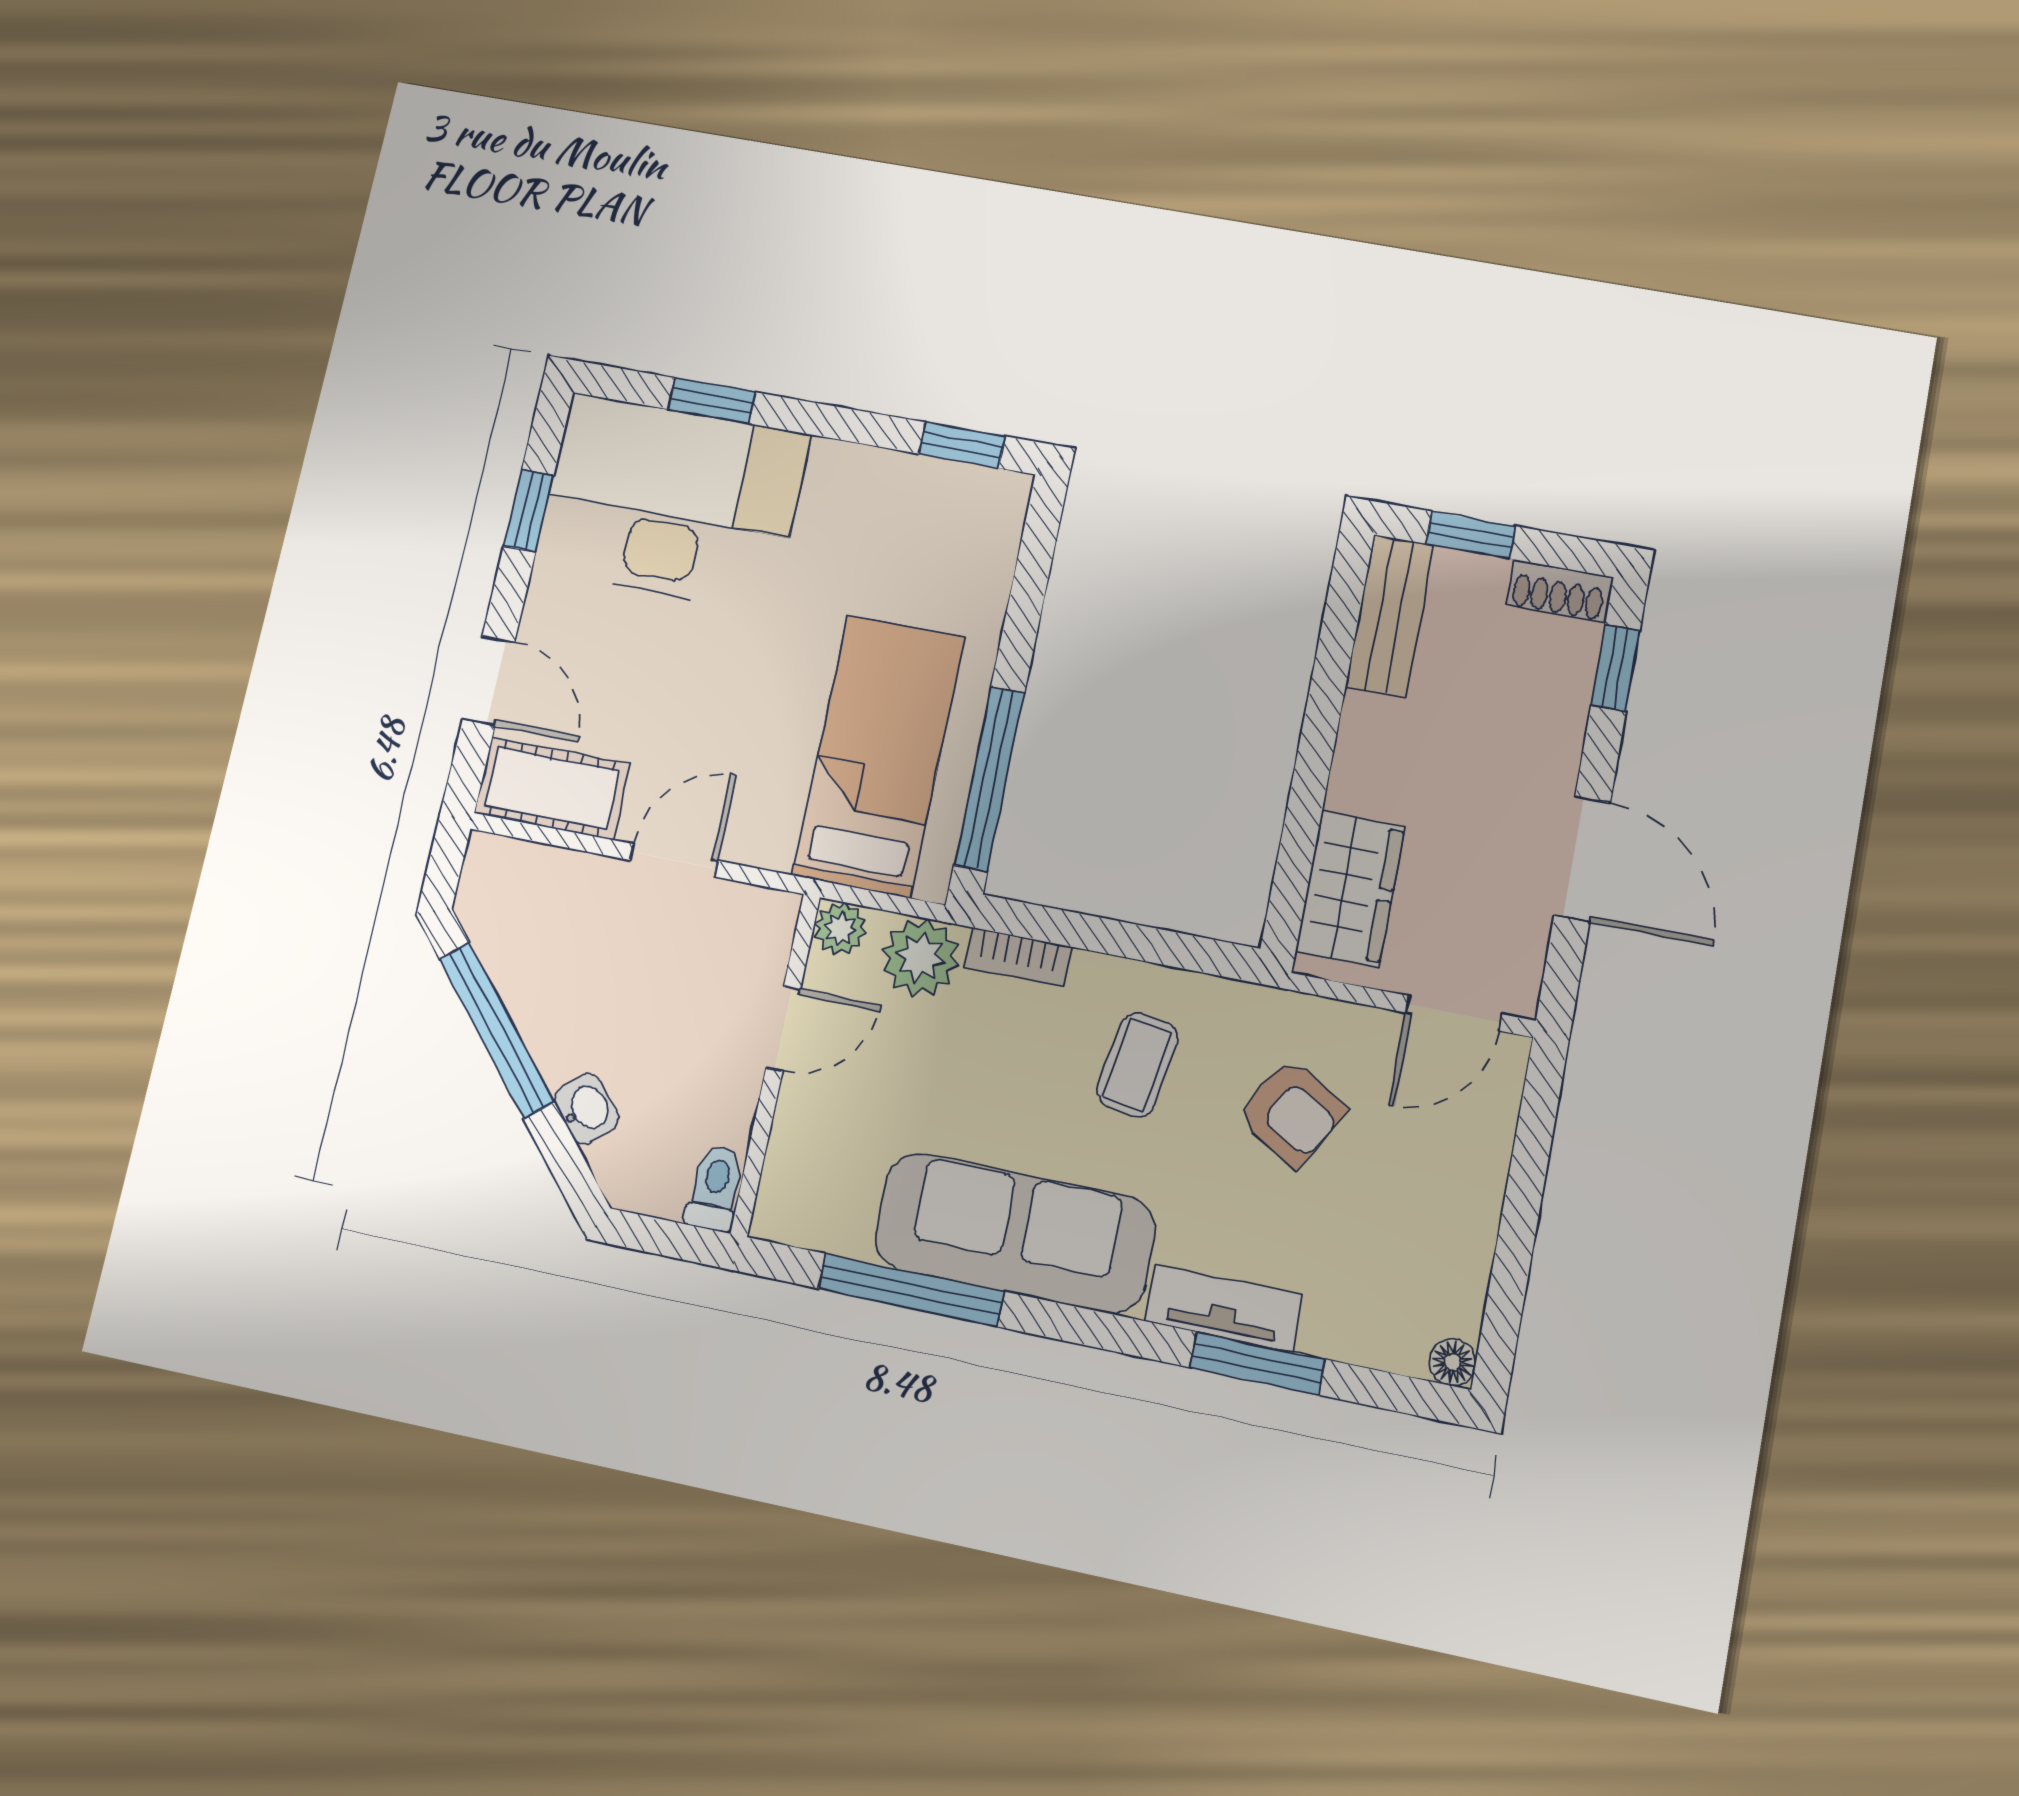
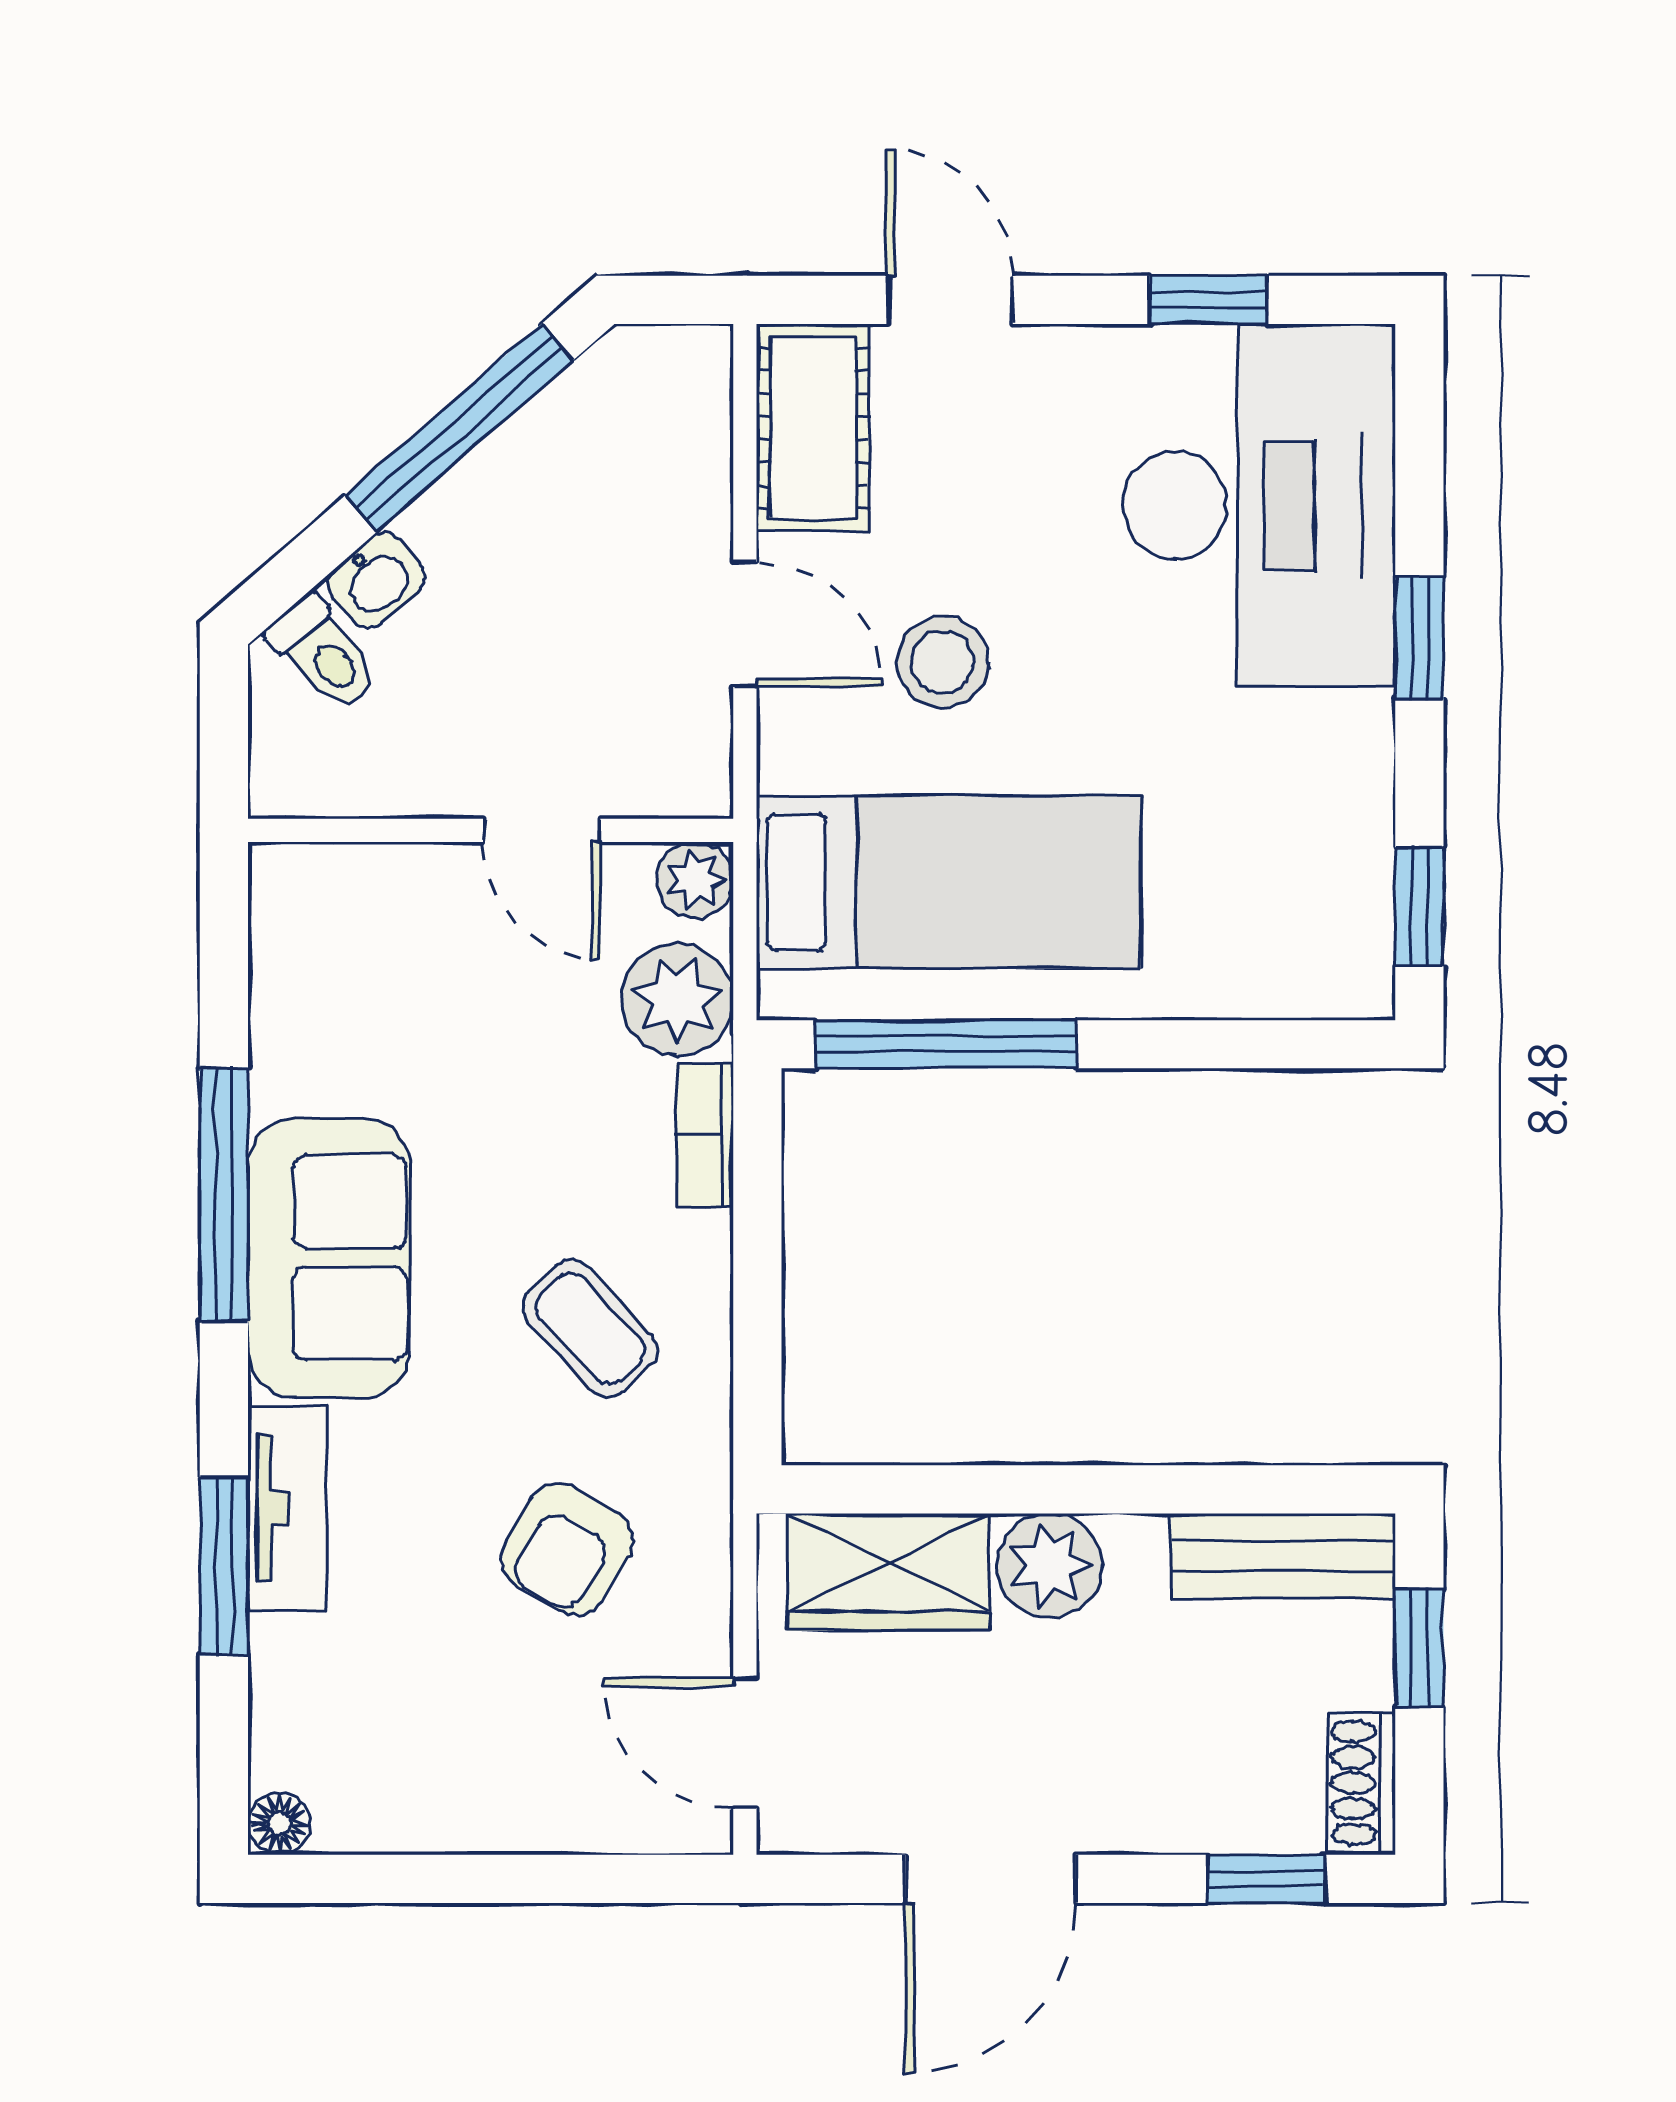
window: (712, 401) -> (1419, 638), moved
door: (489, 681) -> (950, 300), swing flipped
stool: (729, 731) -> (942, 662), added
plant: (1366, 776) -> (1049, 1566), added
coffee table: (1137, 1065) -> (590, 1328), turned 38
toilet: (715, 1188) -> (324, 654), moved, turned 49
sofa: (1015, 1233) -> (329, 1258), width x0.73
window: (911, 1290) -> (224, 1194), moved

